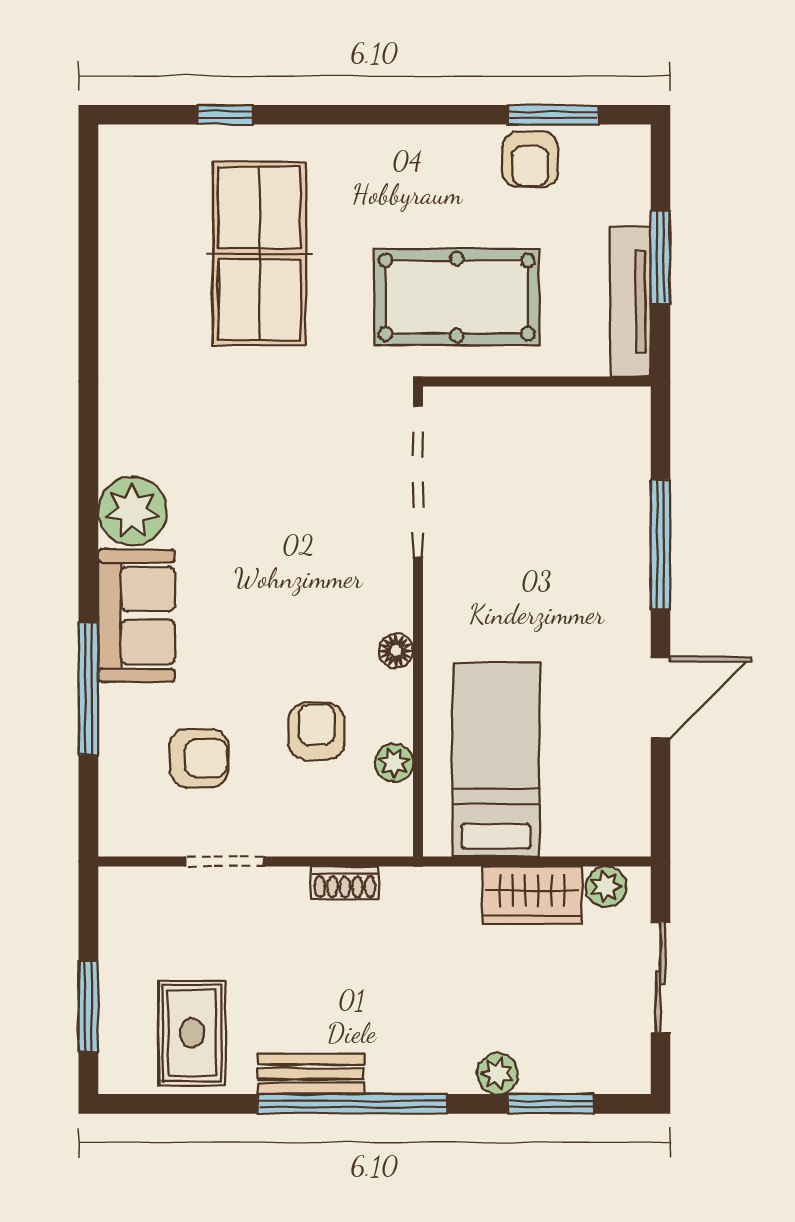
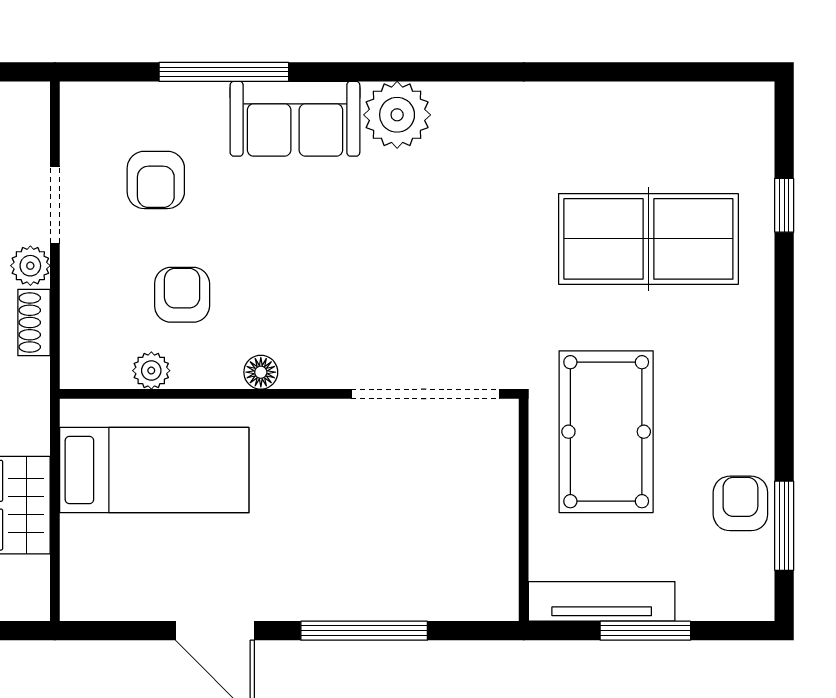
armchair: (530, 160) -> (740, 503), turned 90
armchair: (317, 731) -> (182, 295), turned -90
plant: (606, 886) -> (30, 266), moved

